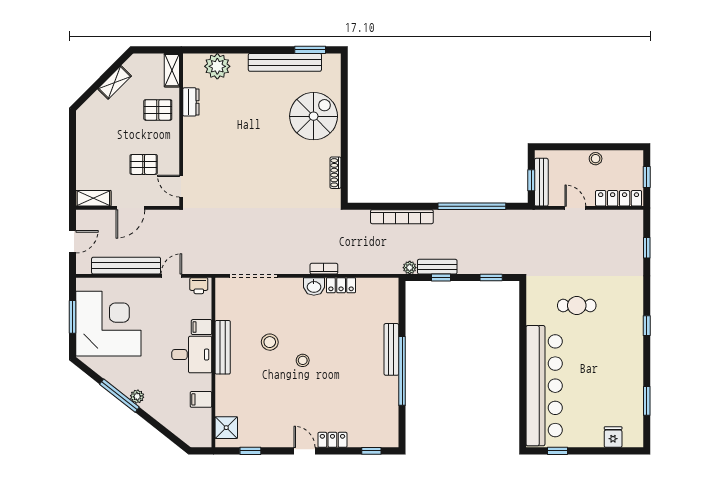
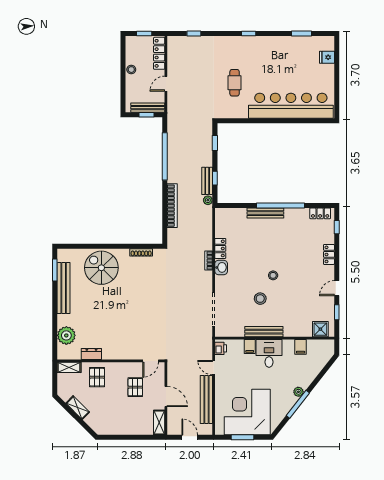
locker: (391, 427) -> (320, 213), added
door: (305, 451) -> (337, 288), moved
window: (558, 451) -> (337, 96), removed

